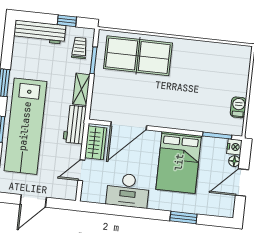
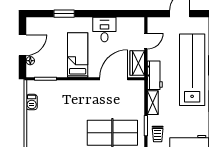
nightstand: (234, 147) -> (31, 72), removed
bed: (179, 162) -> (78, 55), width x0.67
desk: (128, 190) -> (104, 30), width x0.73

